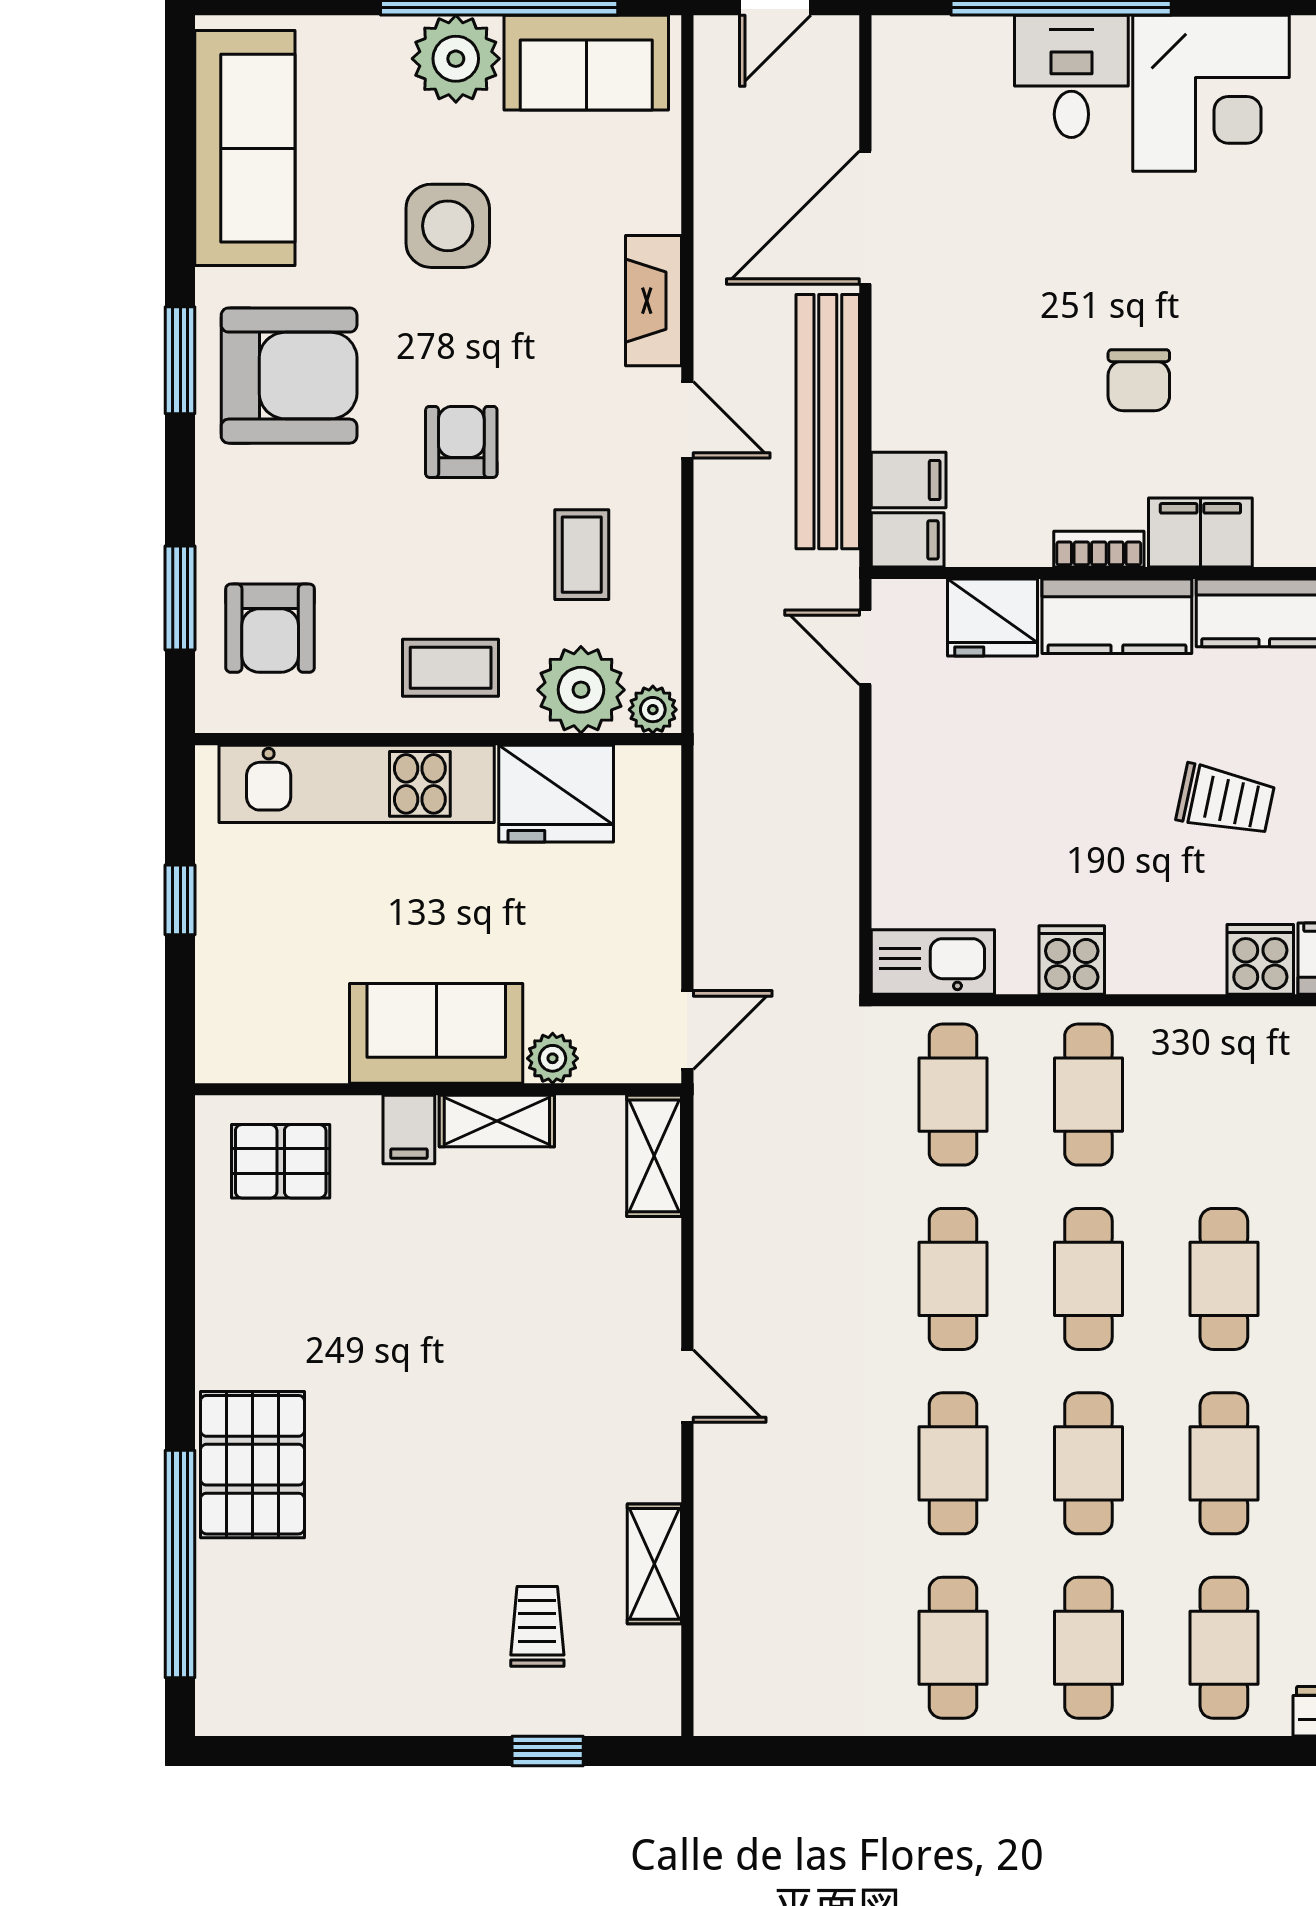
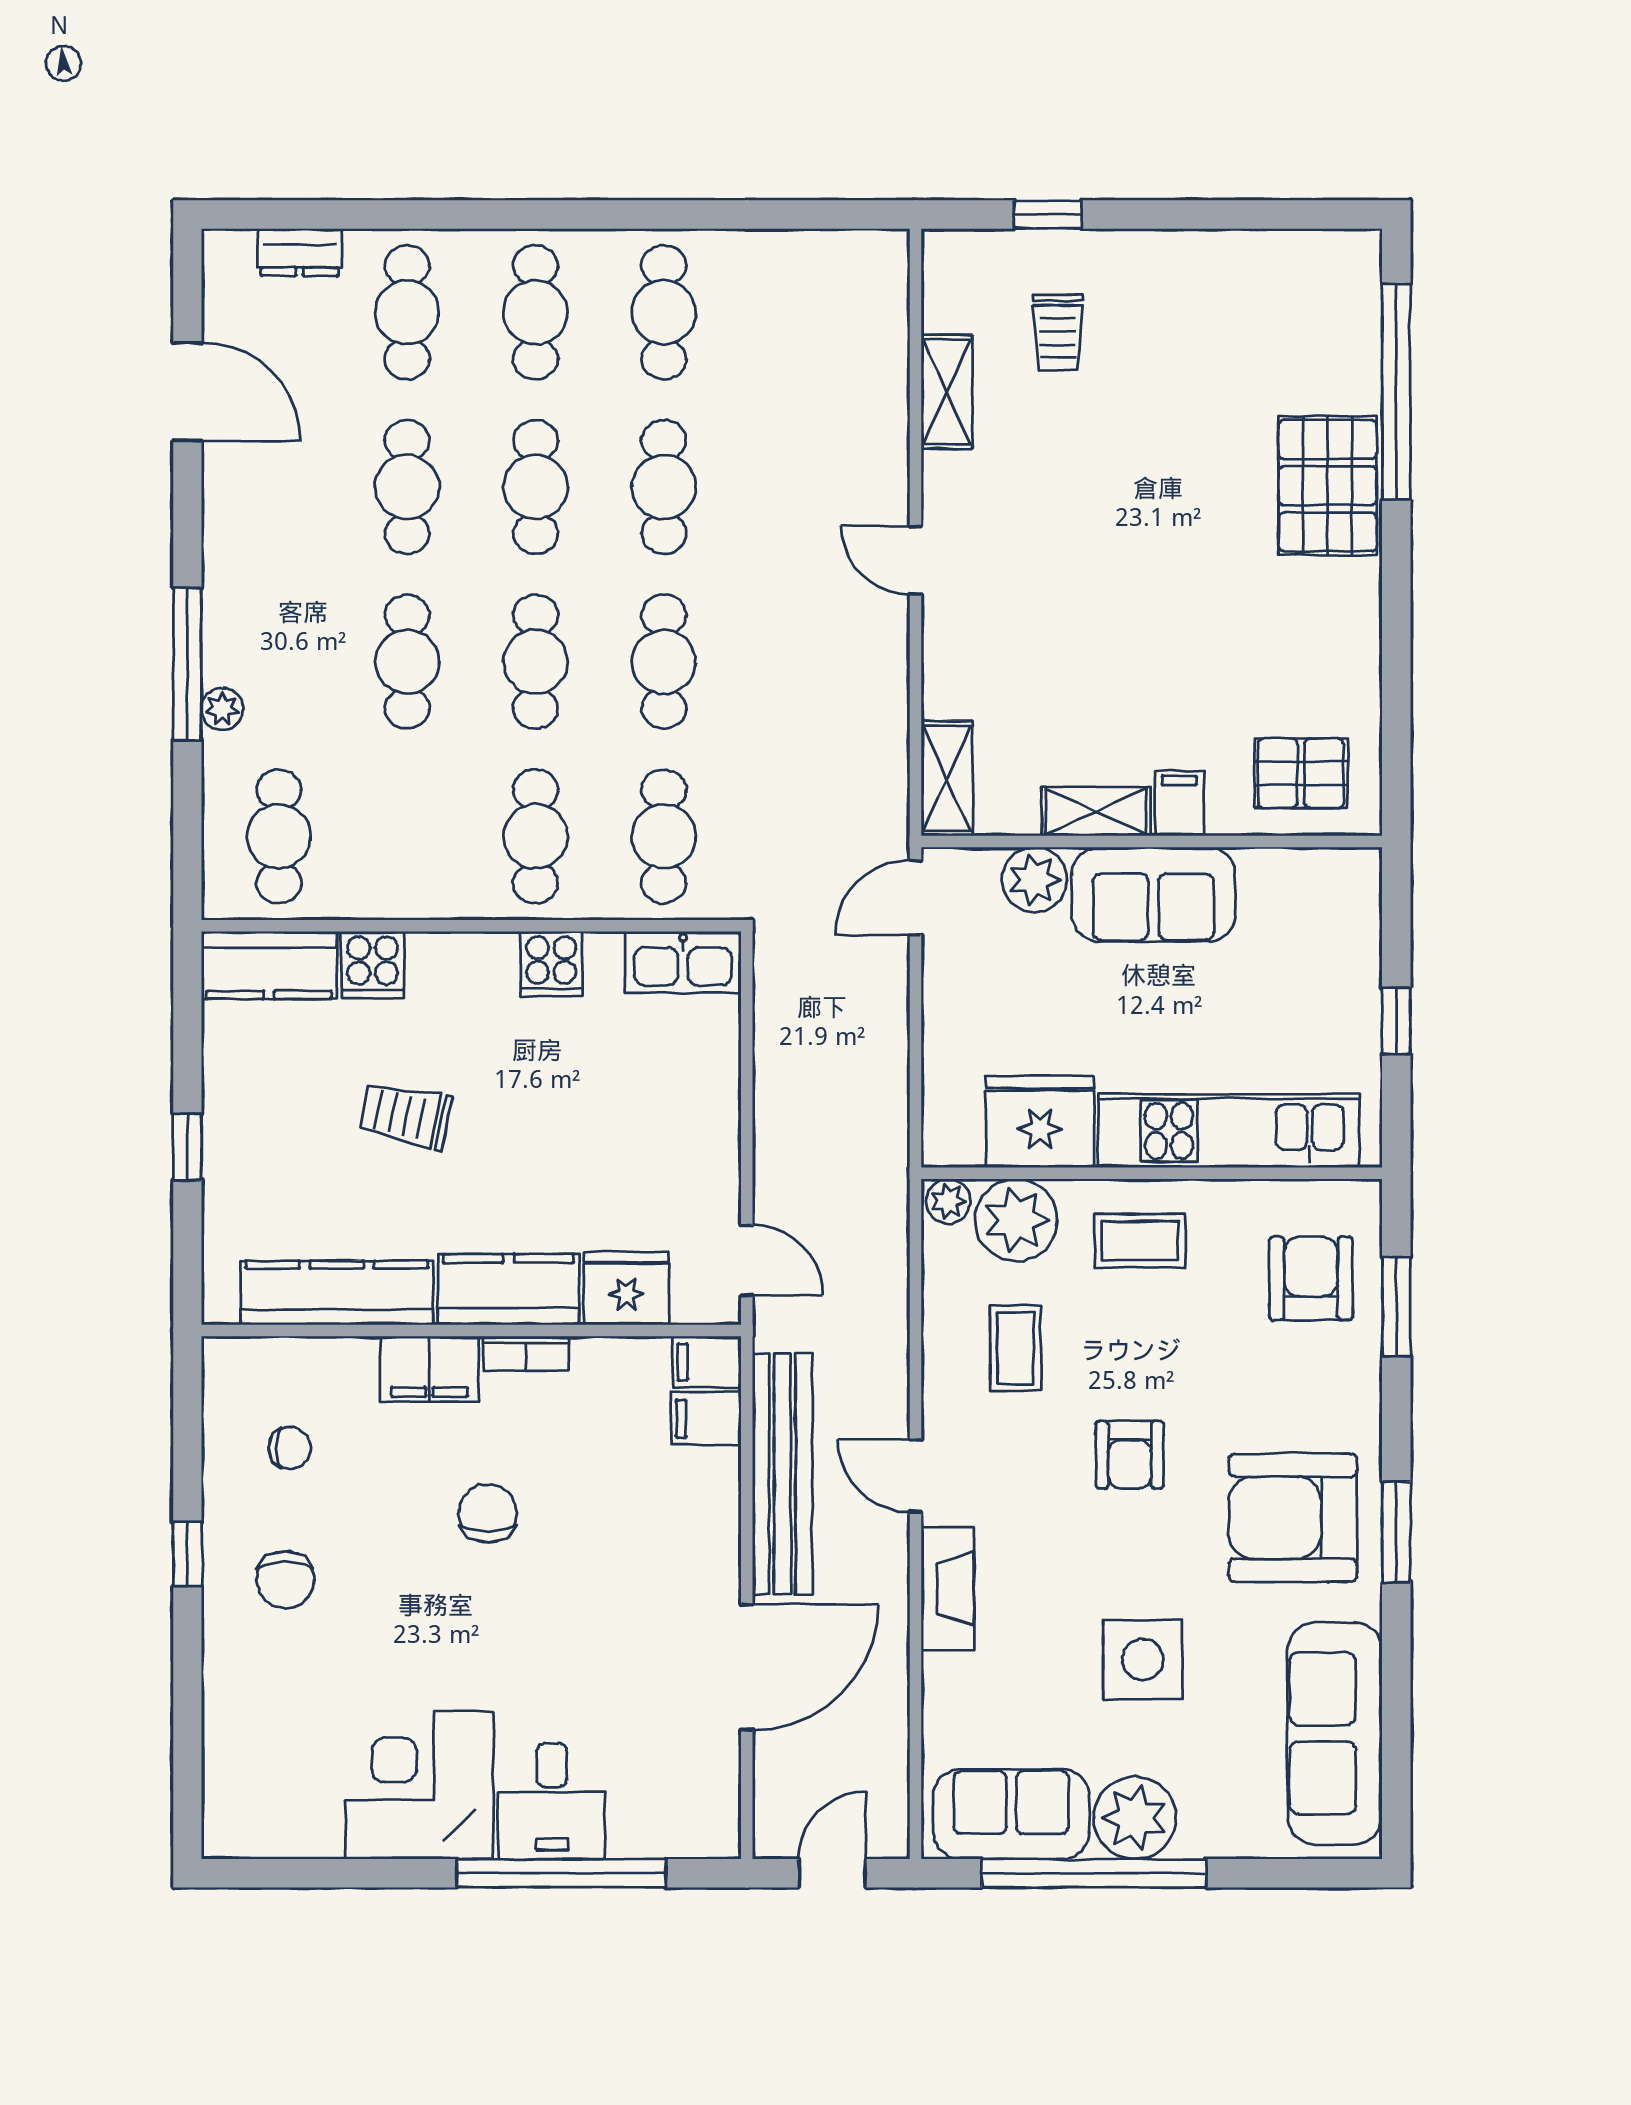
plant: (553, 1058) -> (1034, 880), width x1.38, depth x1.38

